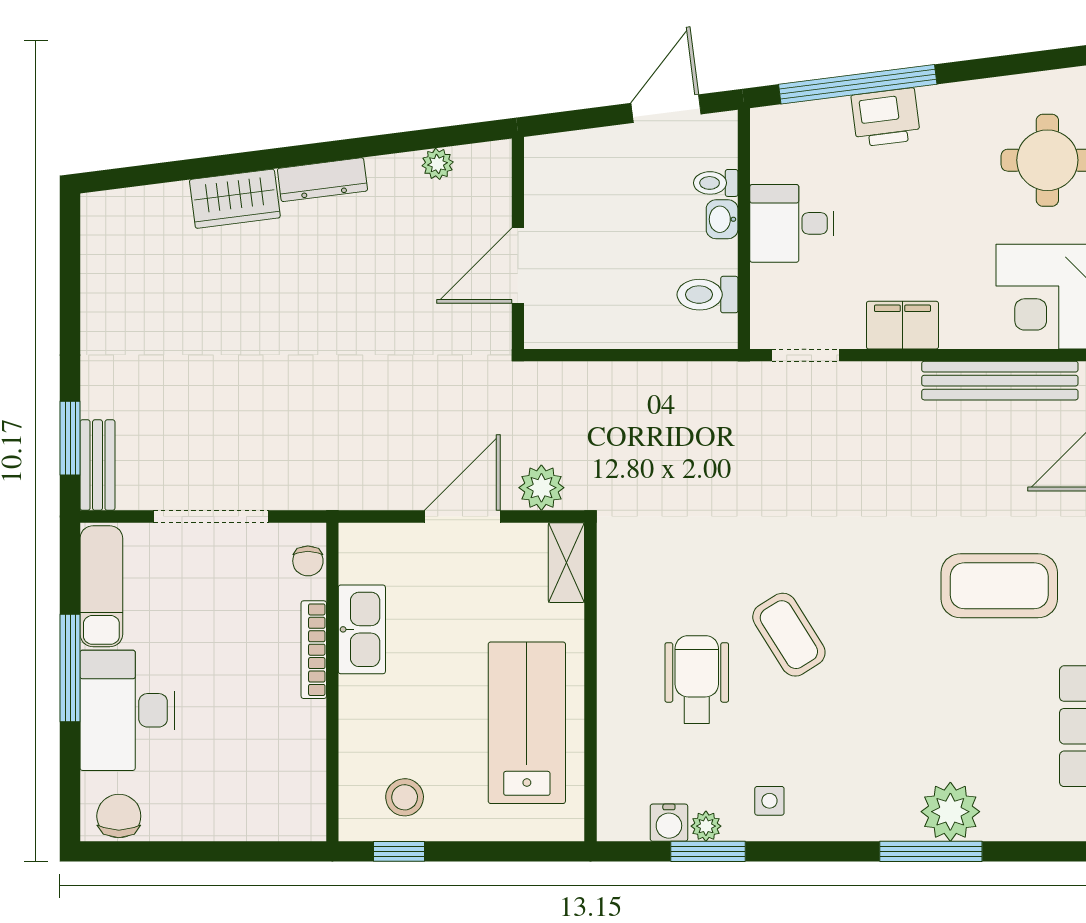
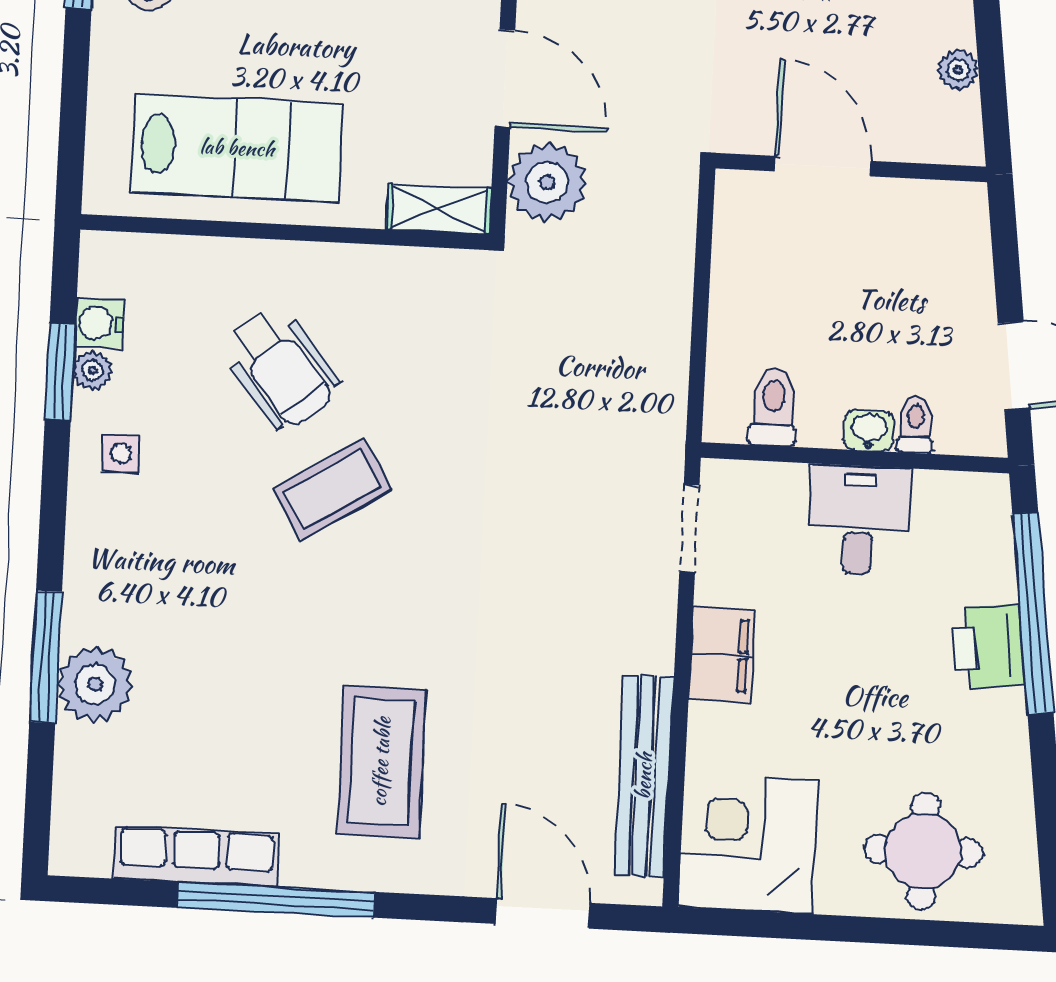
plant: (541, 488) -> (547, 182), width x1.36, depth x1.36
wheelchair: (697, 679) -> (281, 368), turned 51

